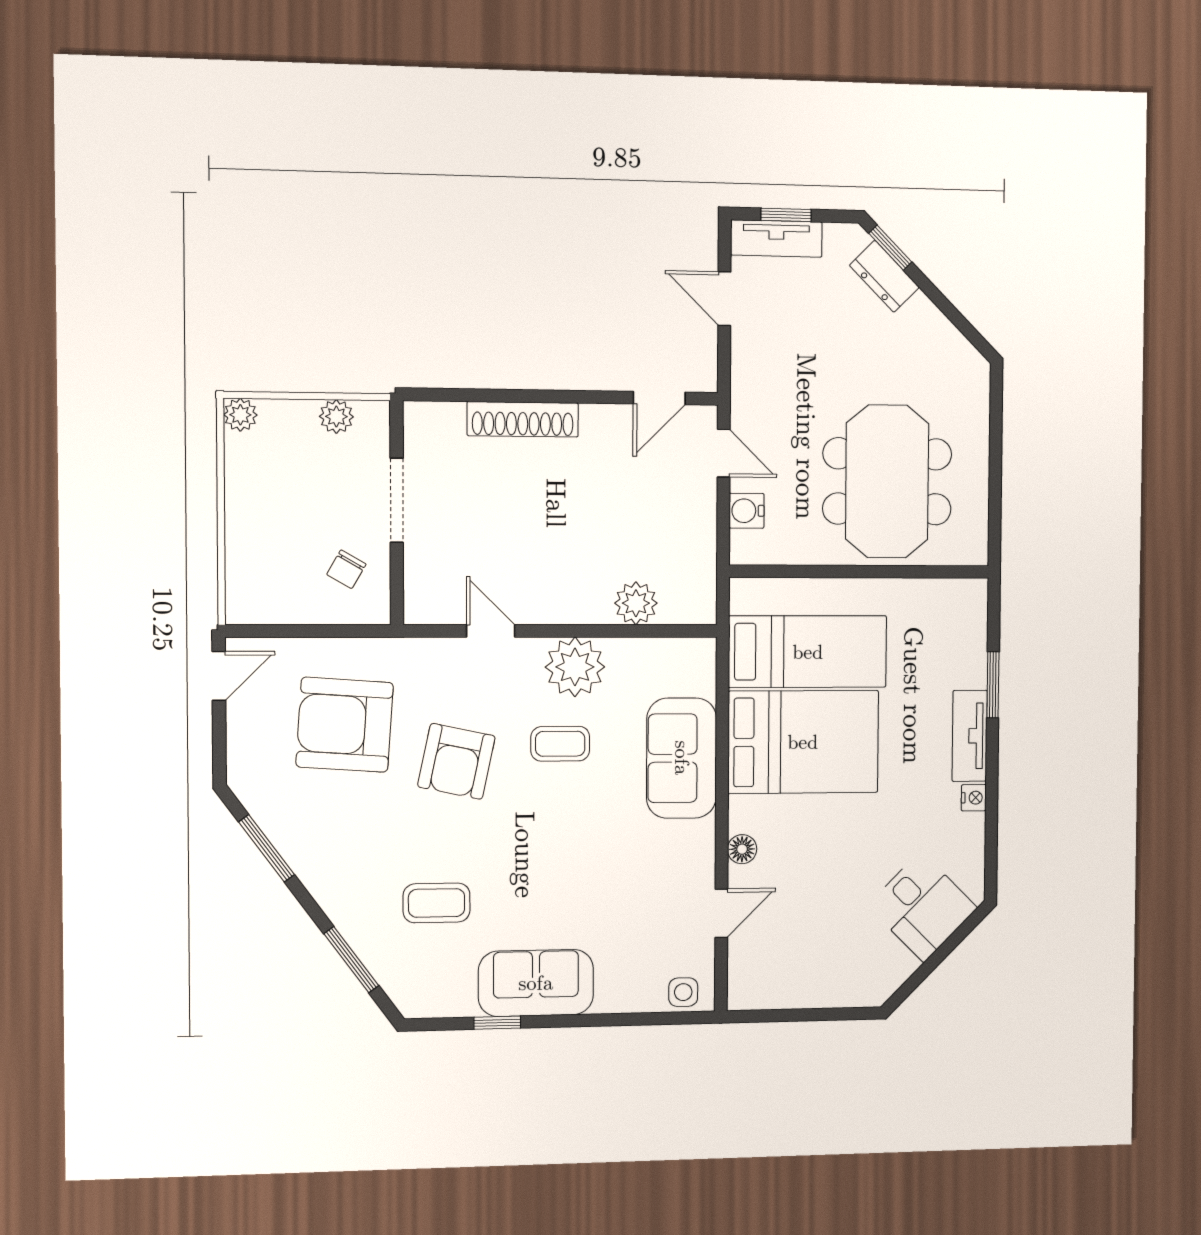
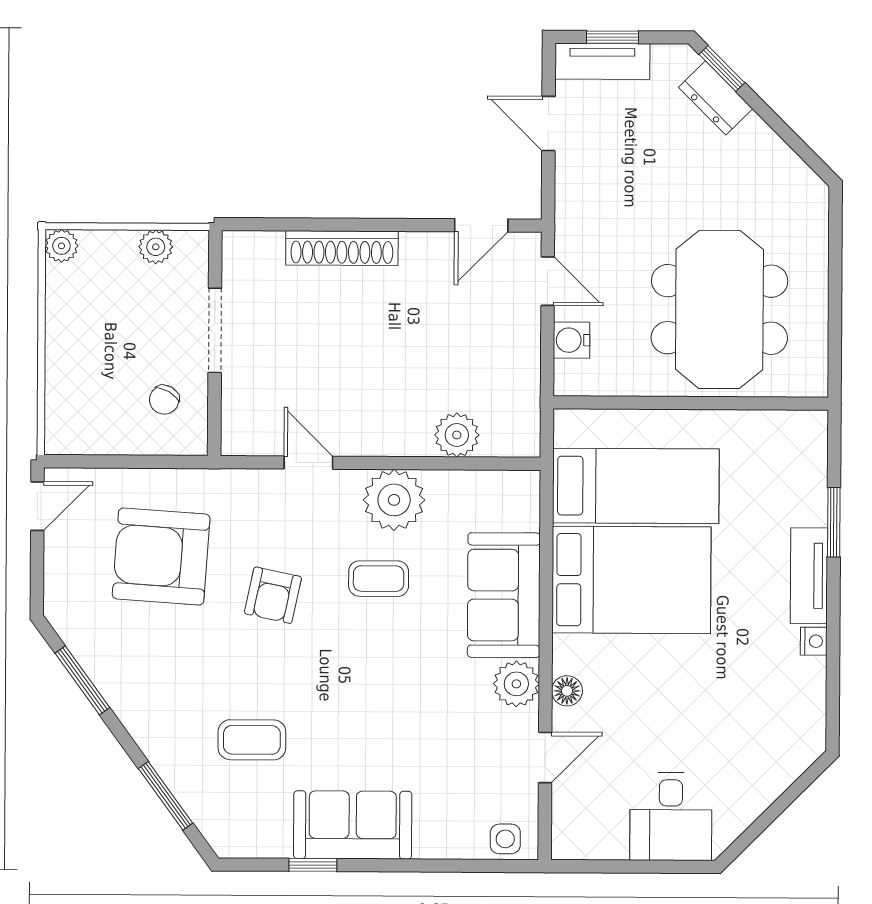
armchair: (456, 761) -> (273, 595), width x0.72, depth x0.72
plant: (694, 843) -> (516, 684), added
desk: (922, 907) -> (671, 817), moved, turned 45

